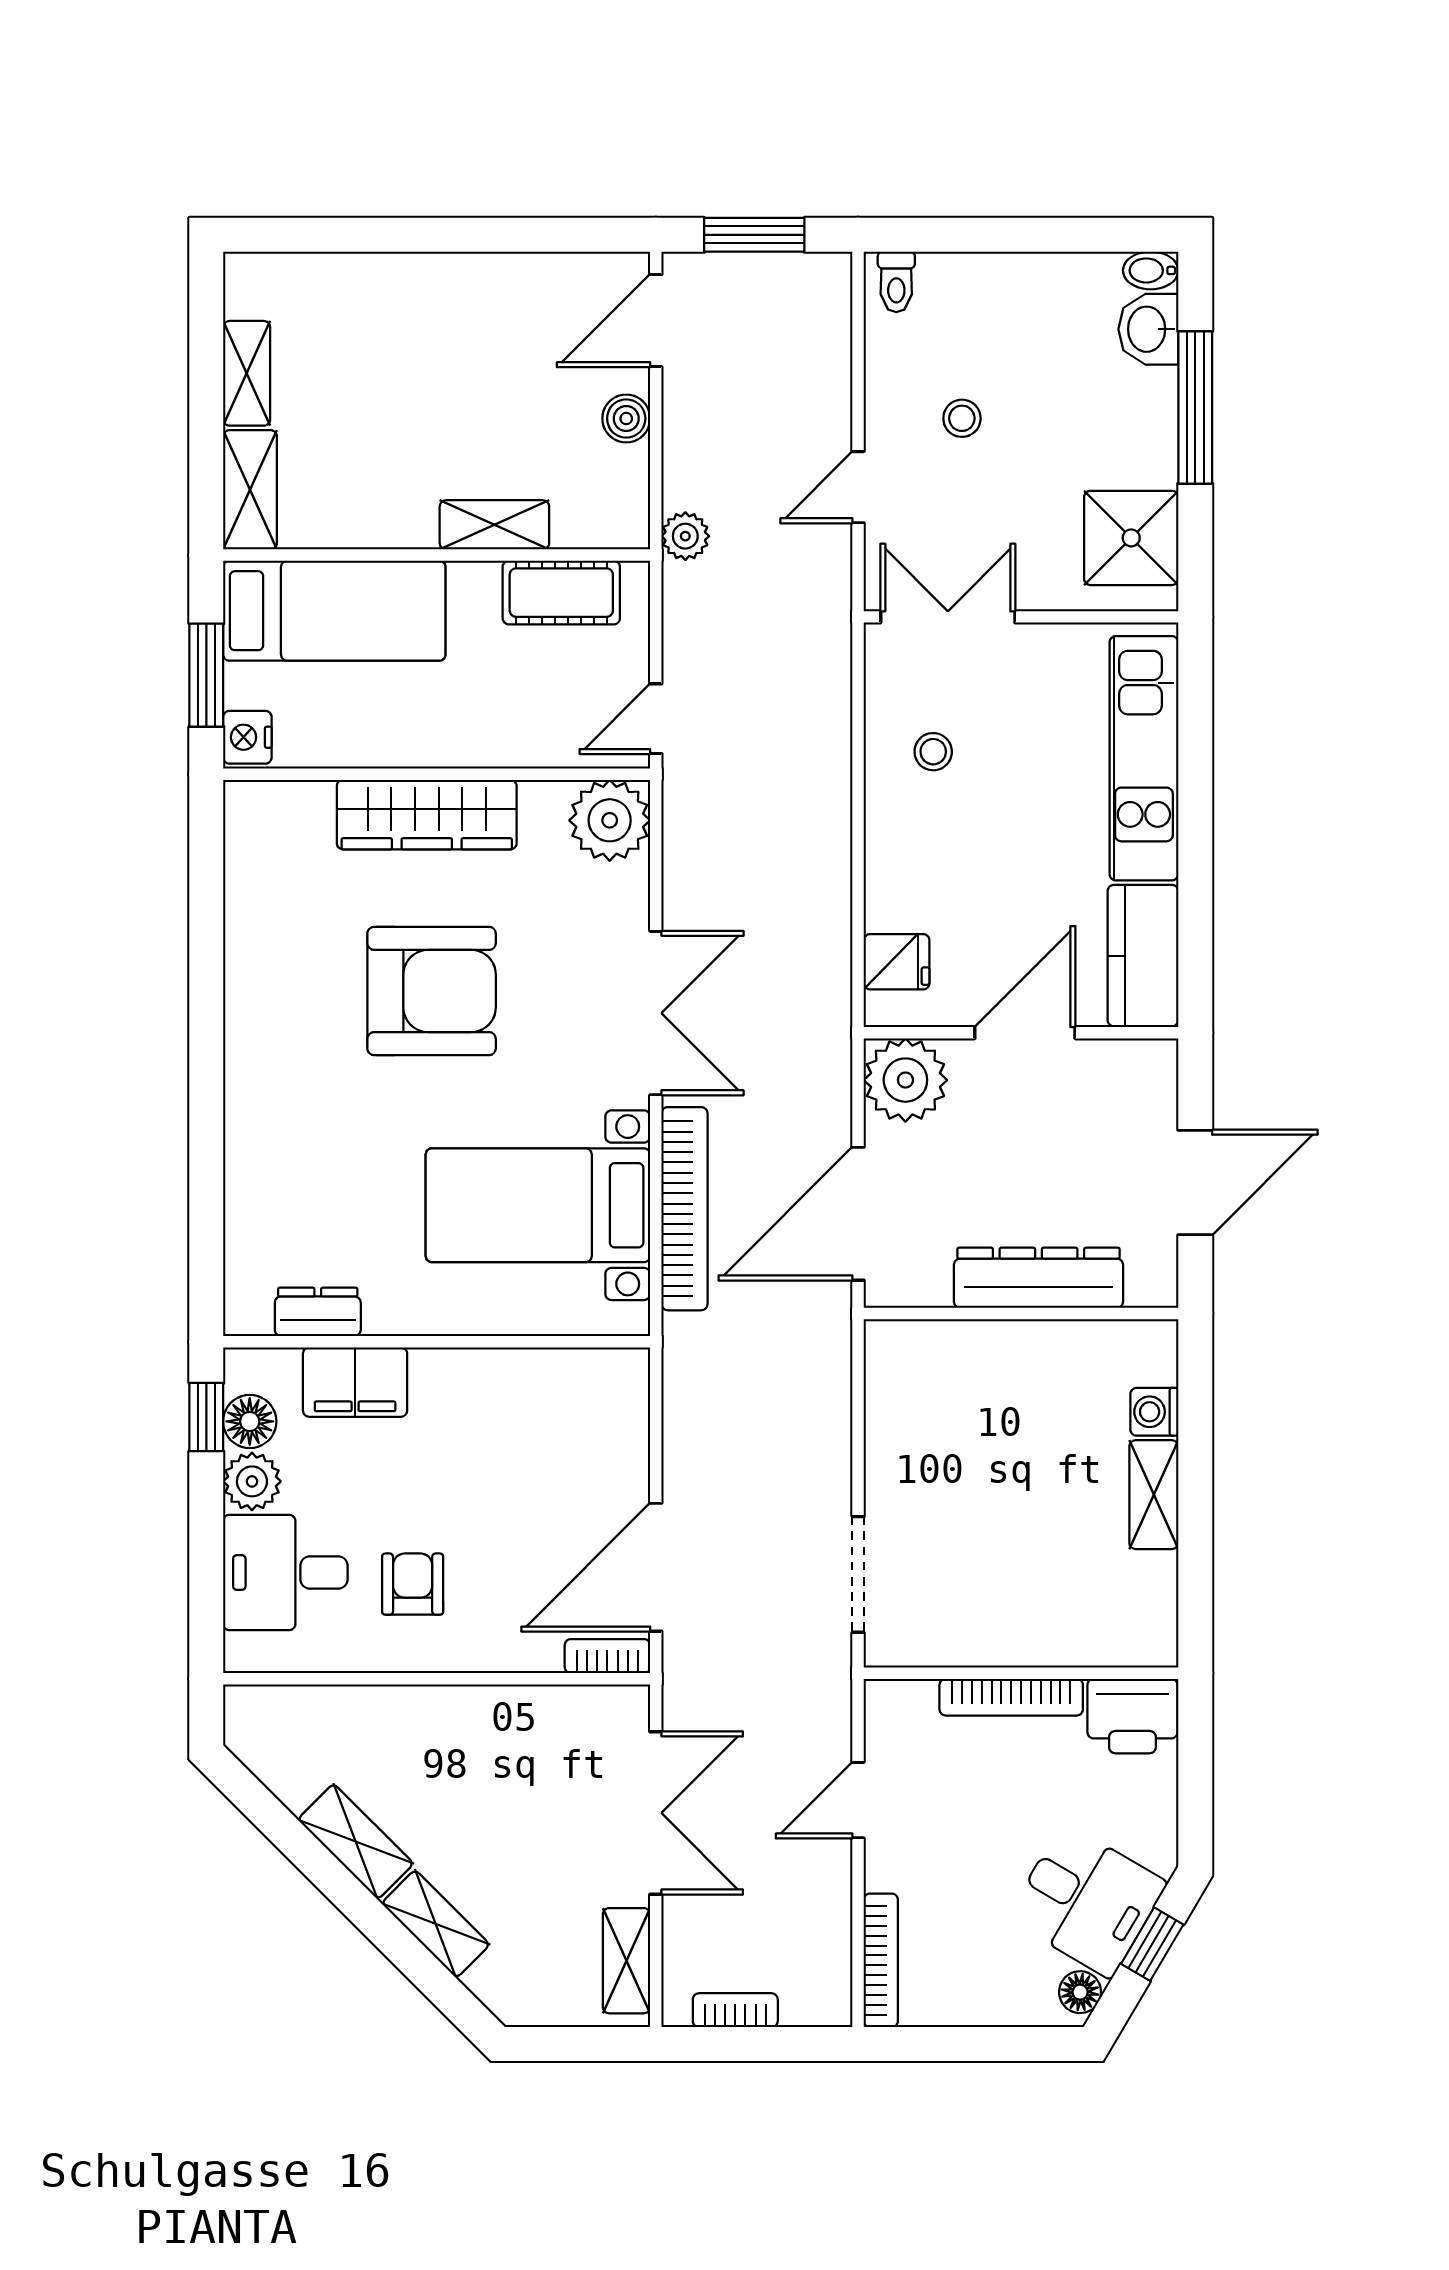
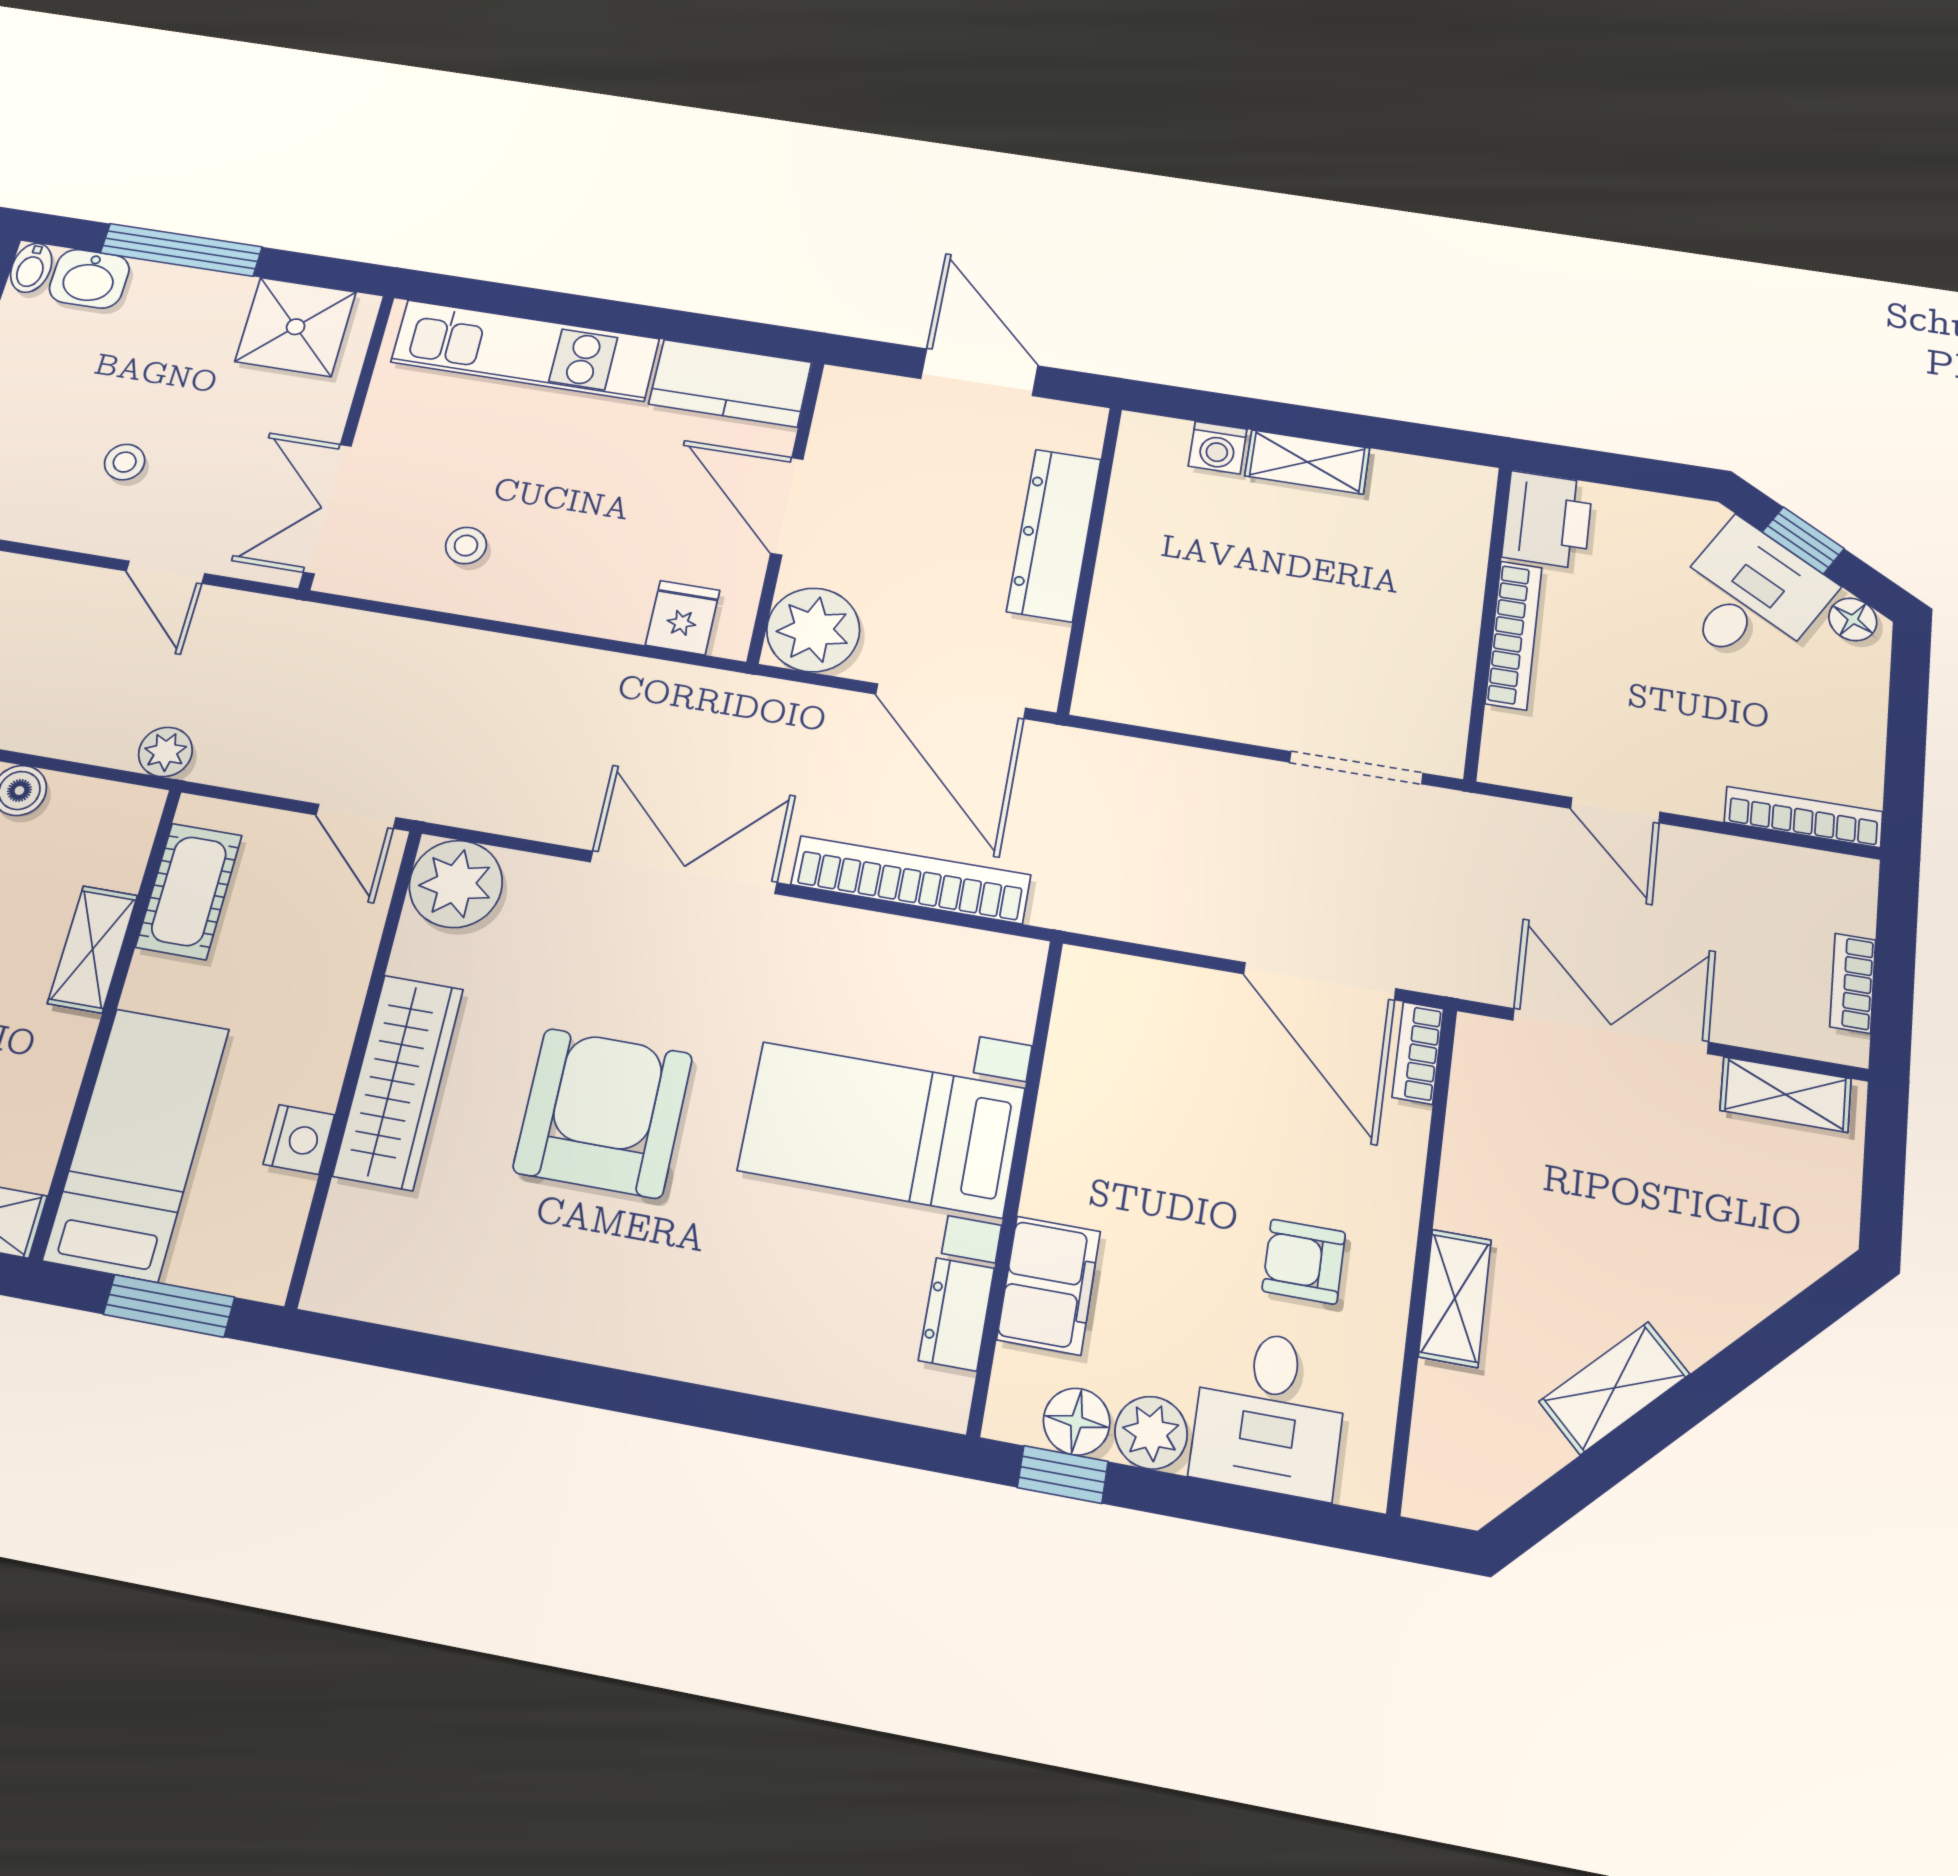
nightstand: (247, 737) -> (299, 1140), moved, turned -90
bed with nightstands: (538, 1205) -> (882, 1129), moved, turned 90
shelving: (436, 1924) -> (1455, 1298), moved, turned -45

